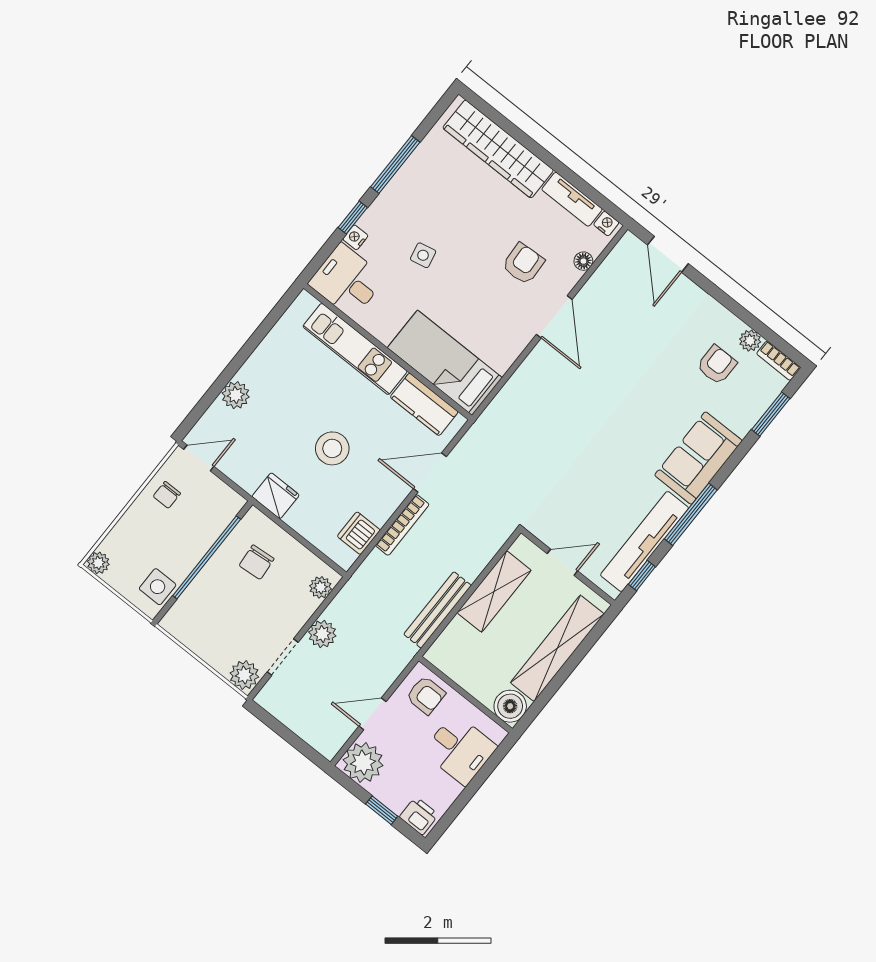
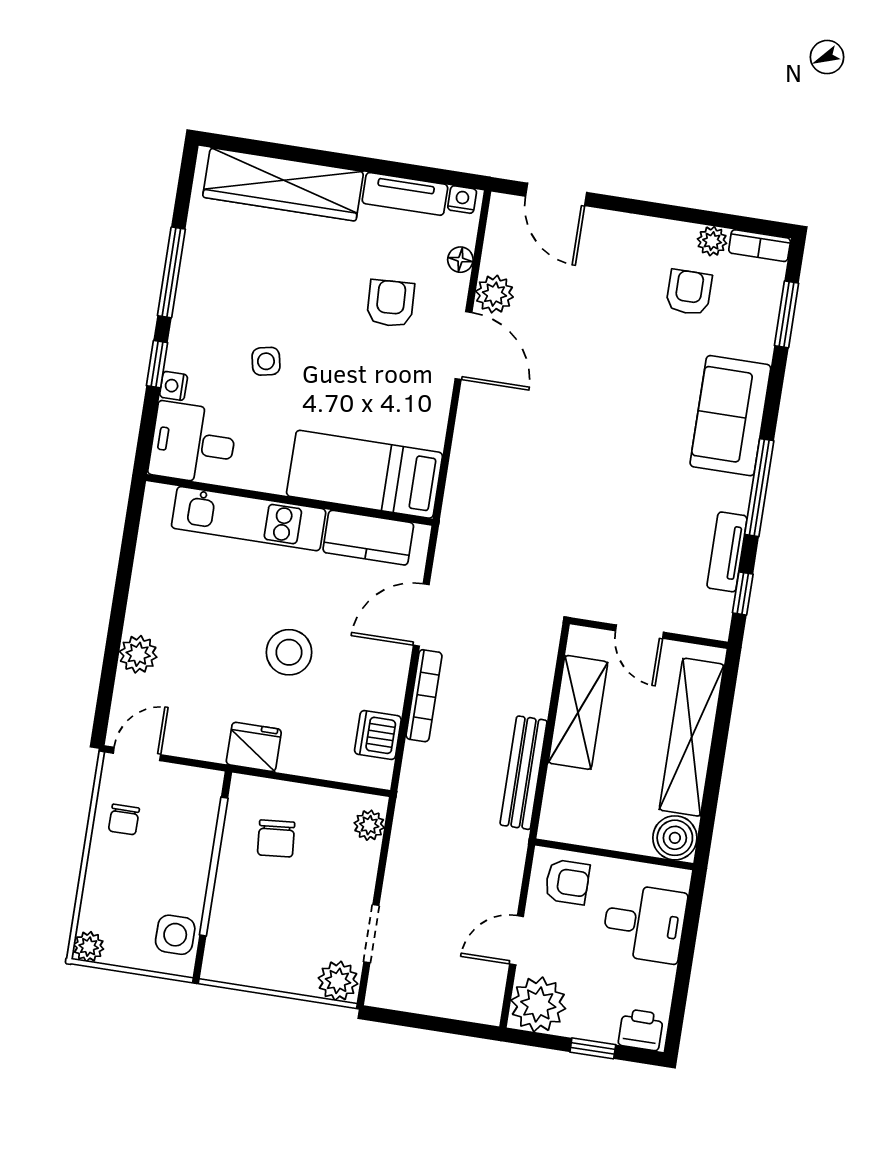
tv unit: (644, 541) -> (727, 552), width x0.52, depth x0.78
door: (562, 562) -> (639, 632), swing flipped
plant: (322, 634) -> (494, 294), moved

